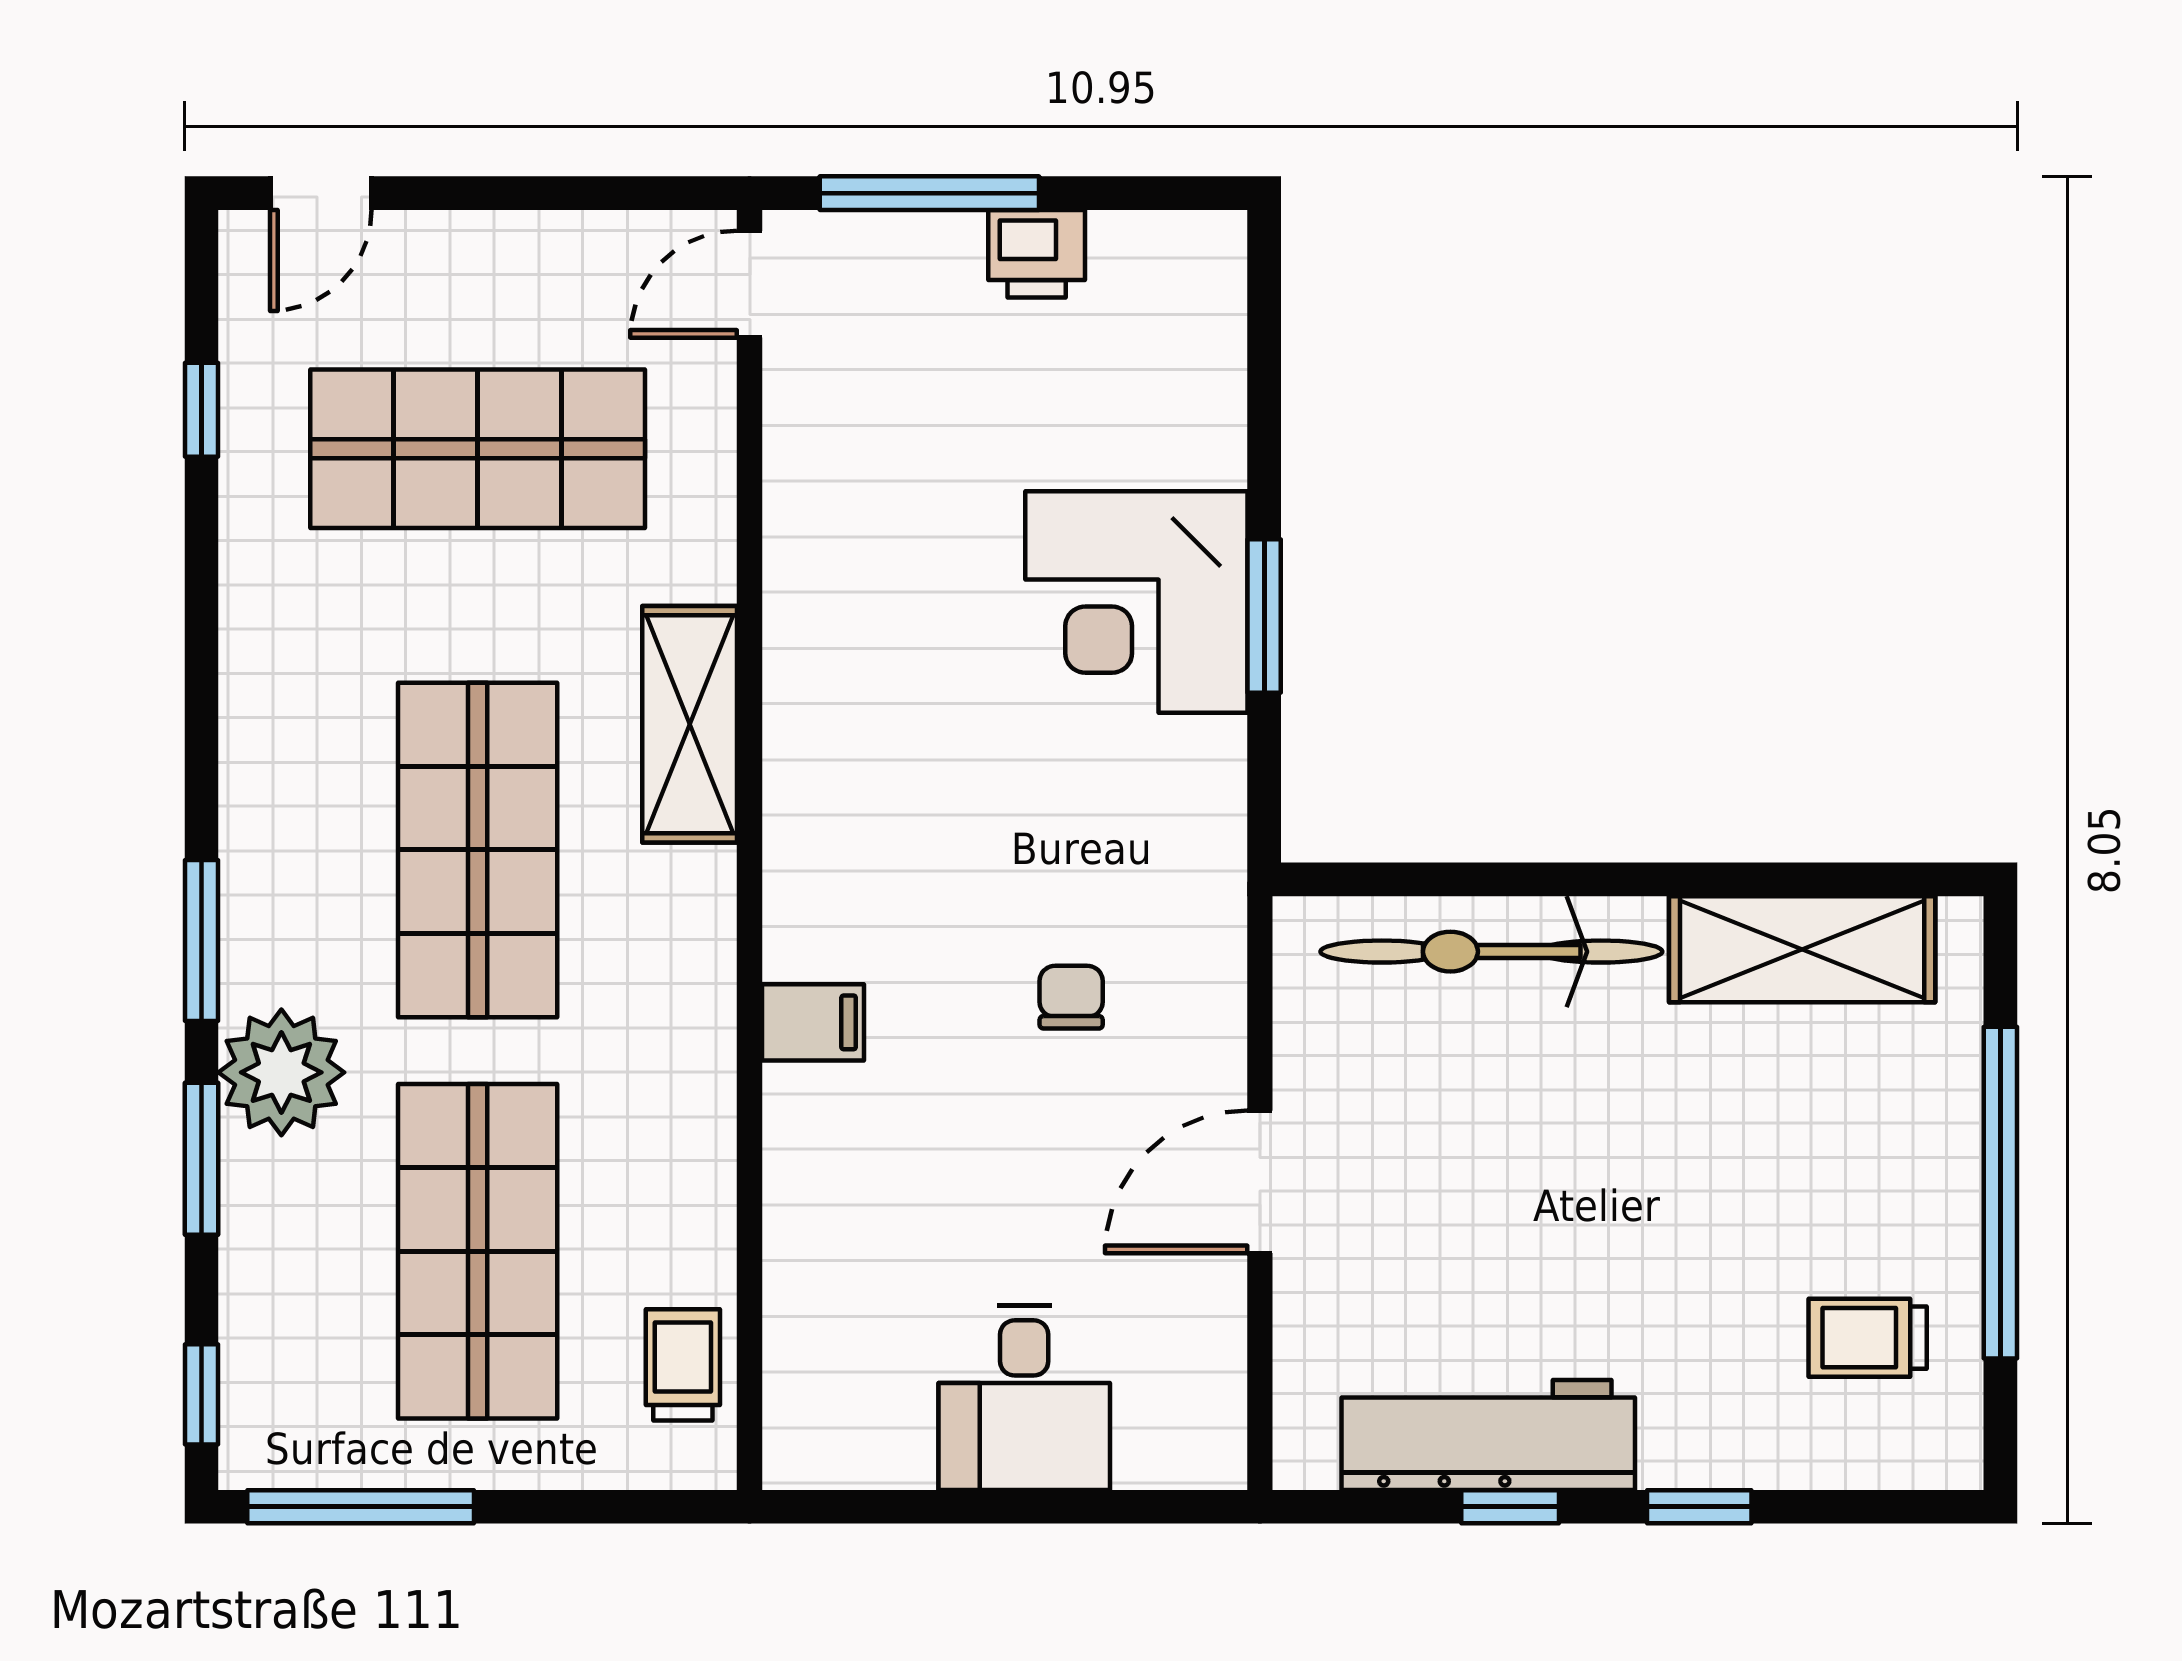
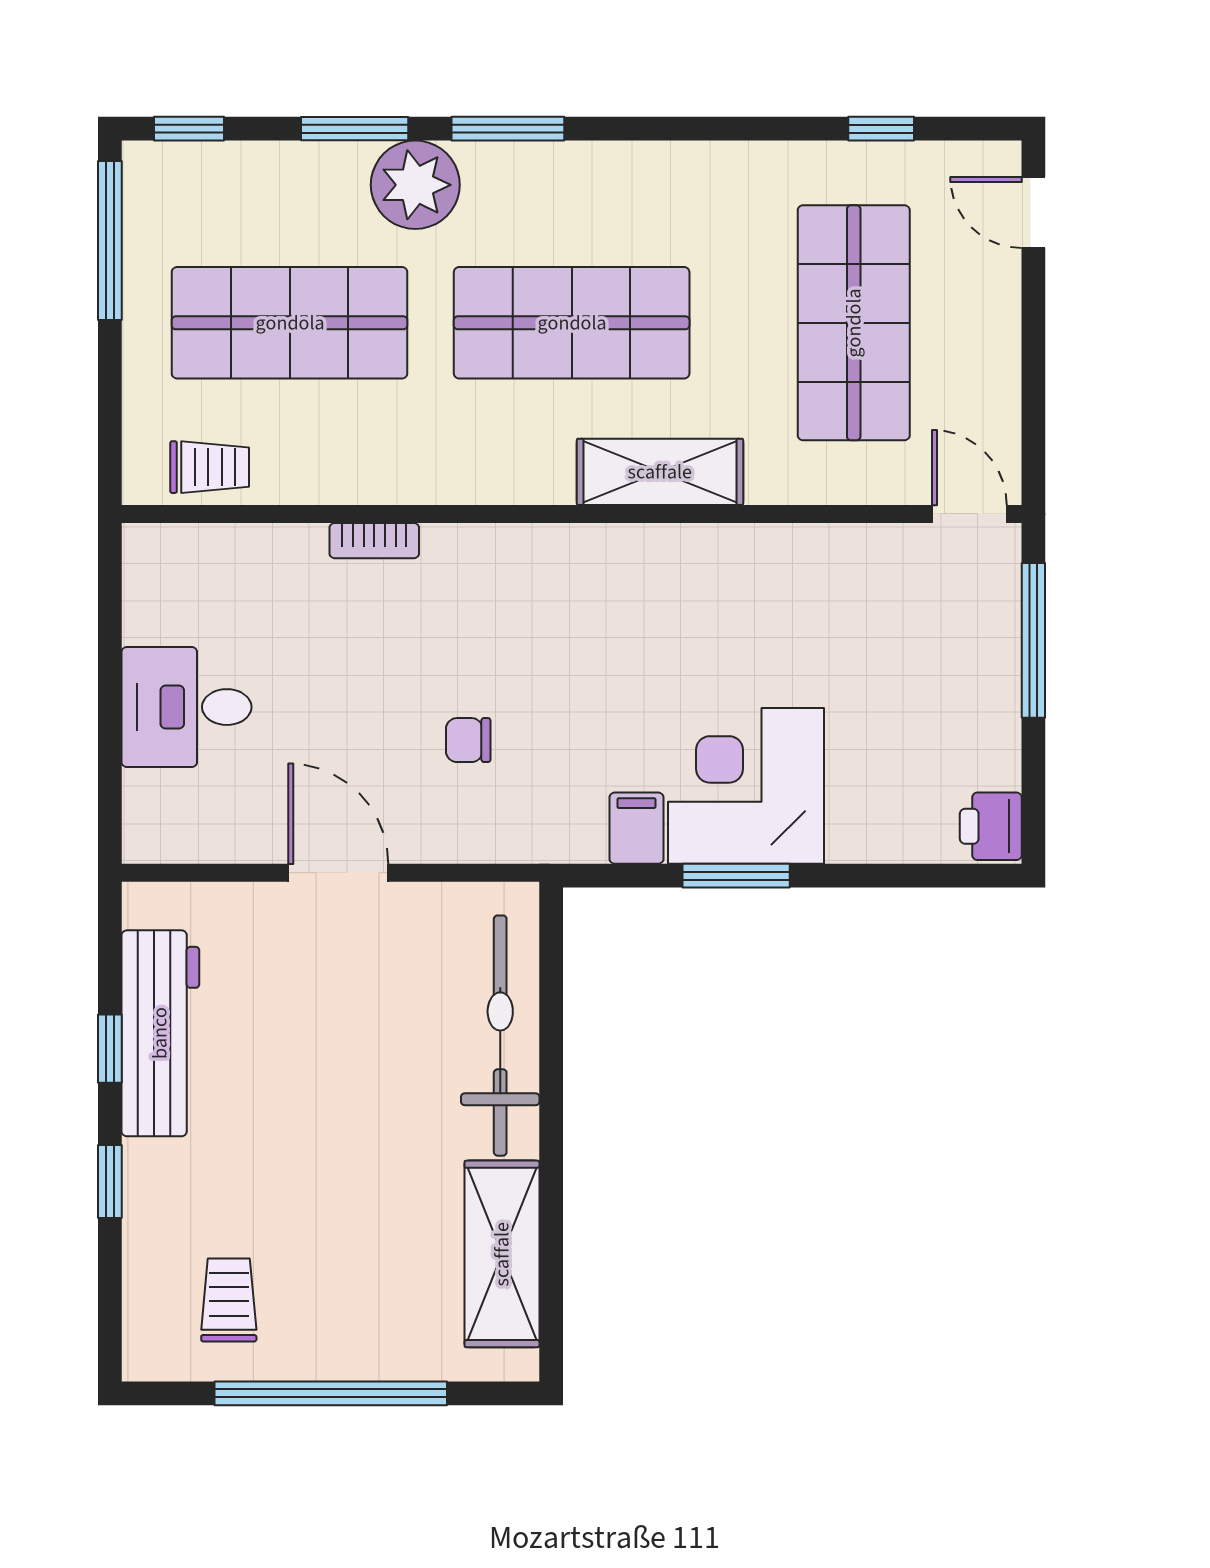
printer: (1037, 254) -> (991, 826), moved
chair: (1071, 997) -> (468, 740), turned 180
filing cabinet: (813, 1022) -> (636, 828), moved, turned 180
bookcase: (787, 1131) -> (374, 541), added

